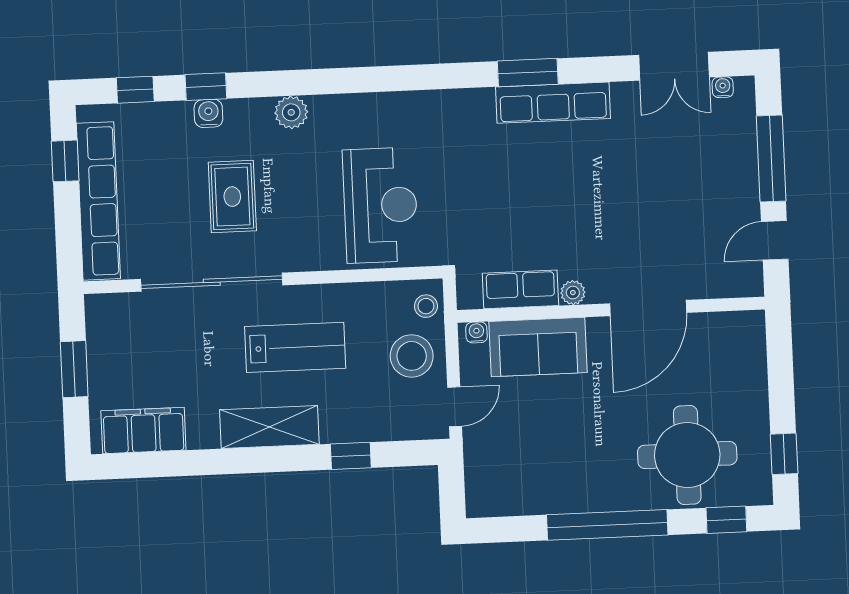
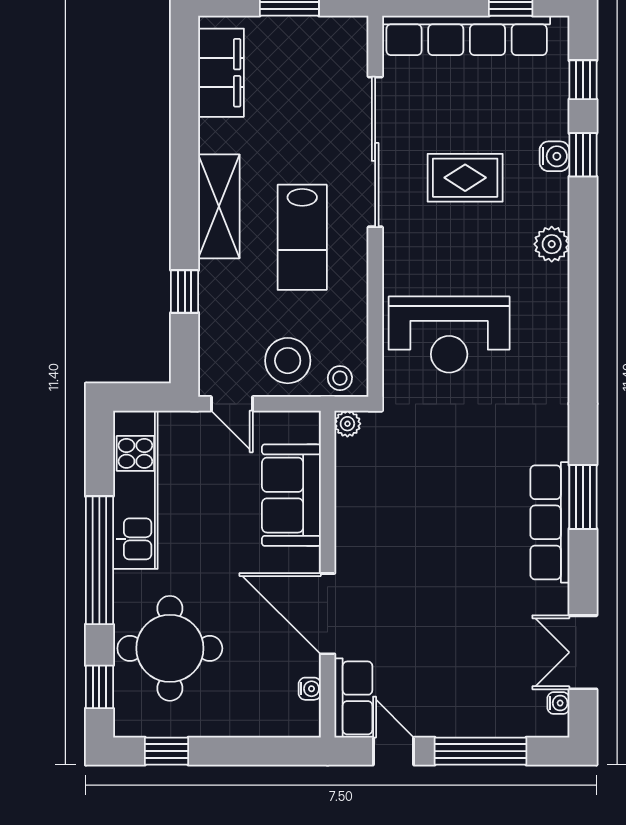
row of seats: (520, 289) -> (353, 698), moved
plant: (573, 293) -> (347, 424), moved
water cooler: (476, 332) -> (310, 689), moved
kitchen unit: (539, 494) -> (135, 490), added

